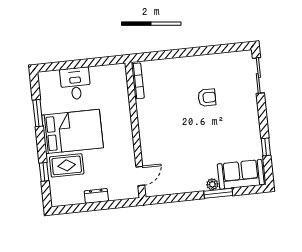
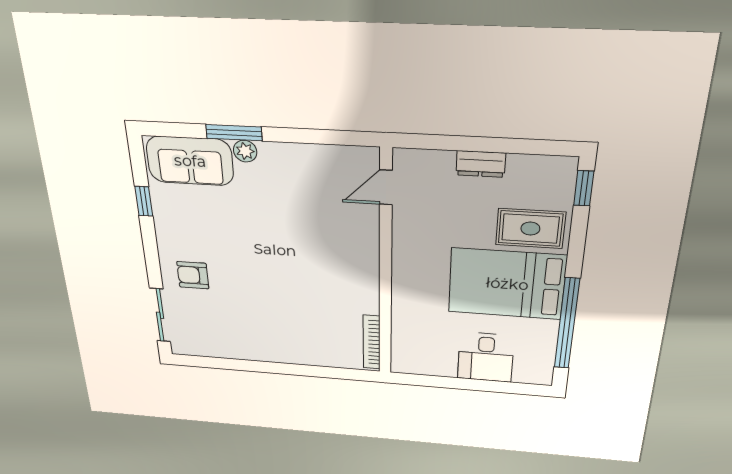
armchair: (207, 98) -> (193, 275), moved
window: (38, 113) -> (567, 324), width x2.11
window: (44, 172) -> (584, 188), moved

